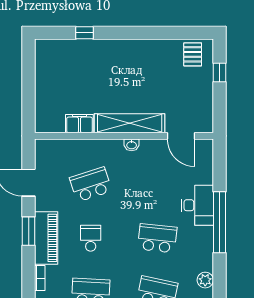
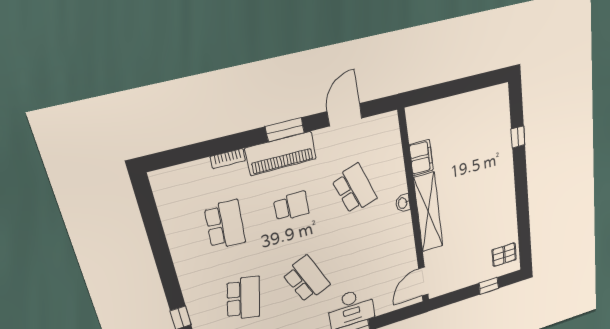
door: (181, 136) -> (423, 282), moved
washbasin: (132, 145) -> (403, 203), moved
school desk: (157, 238) -> (306, 279), turned -30

